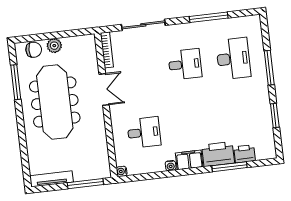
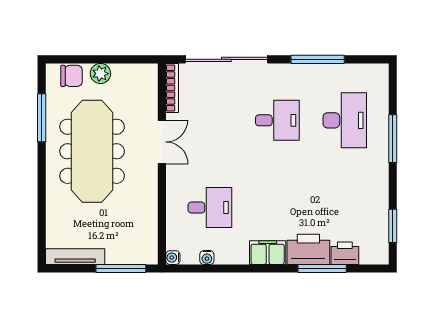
sliding door: (143, 25) -> (226, 59), width x1.36
window: (275, 116) -> (393, 226), moved
water cooler: (171, 166) -> (207, 258), moved

